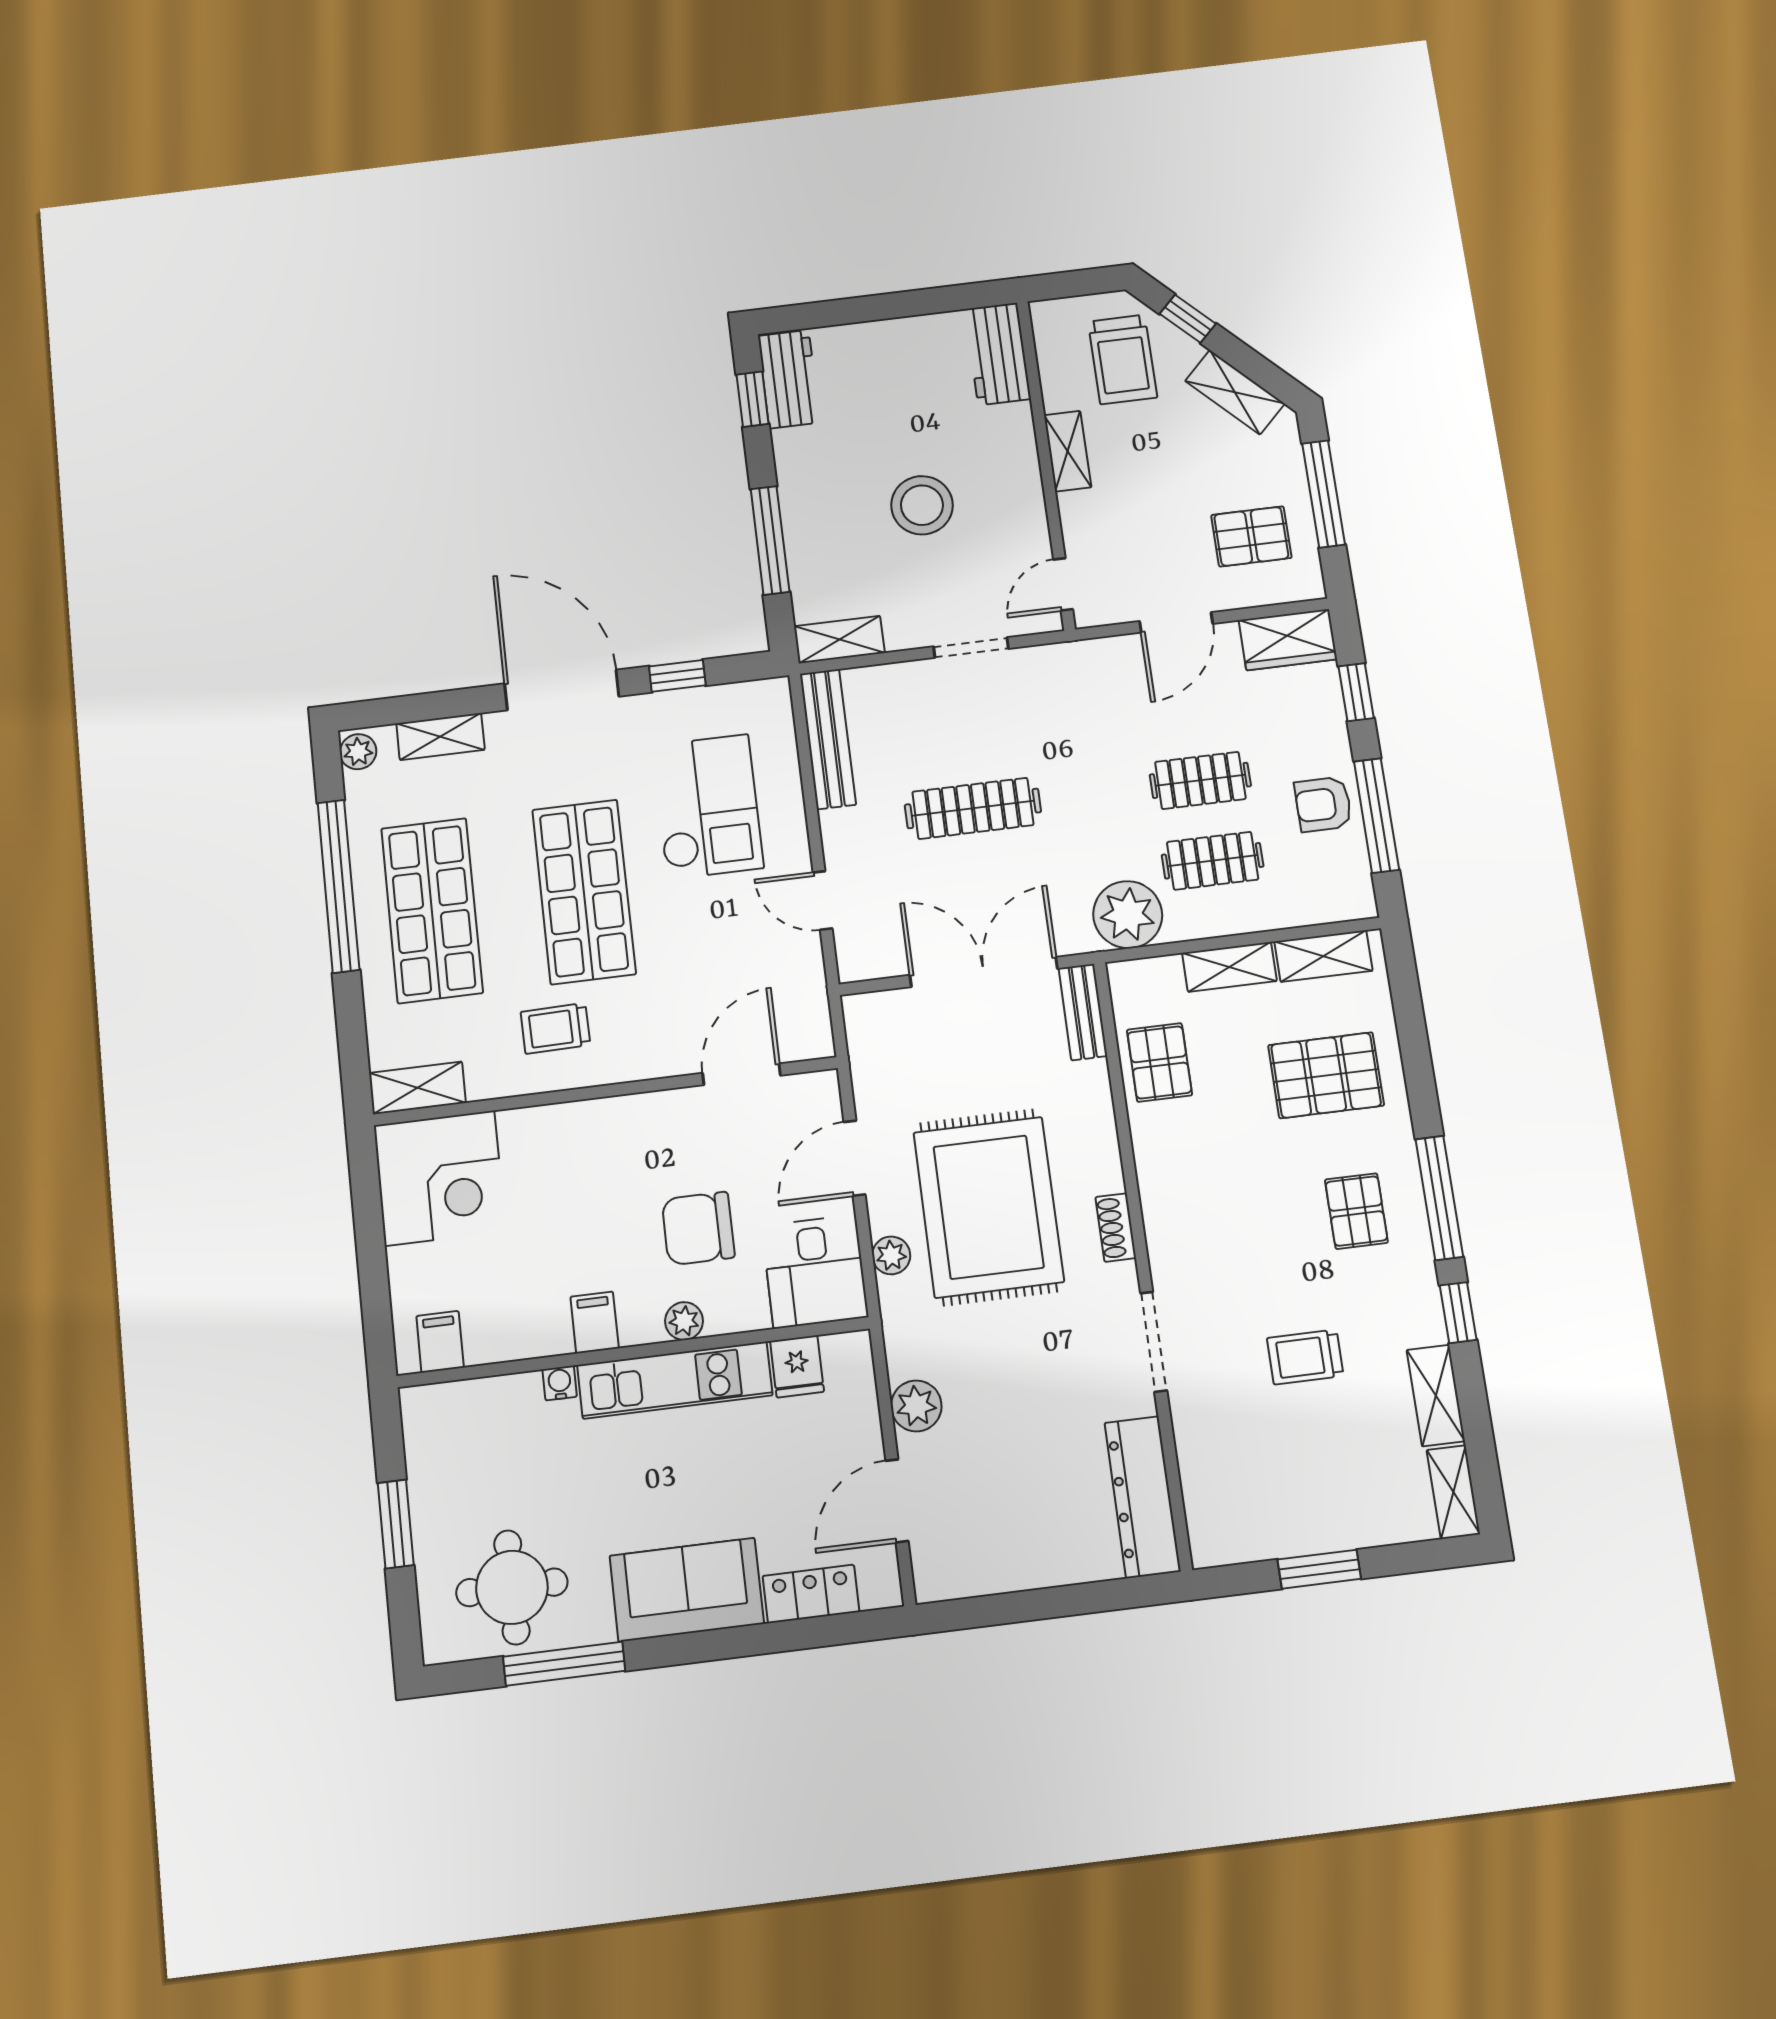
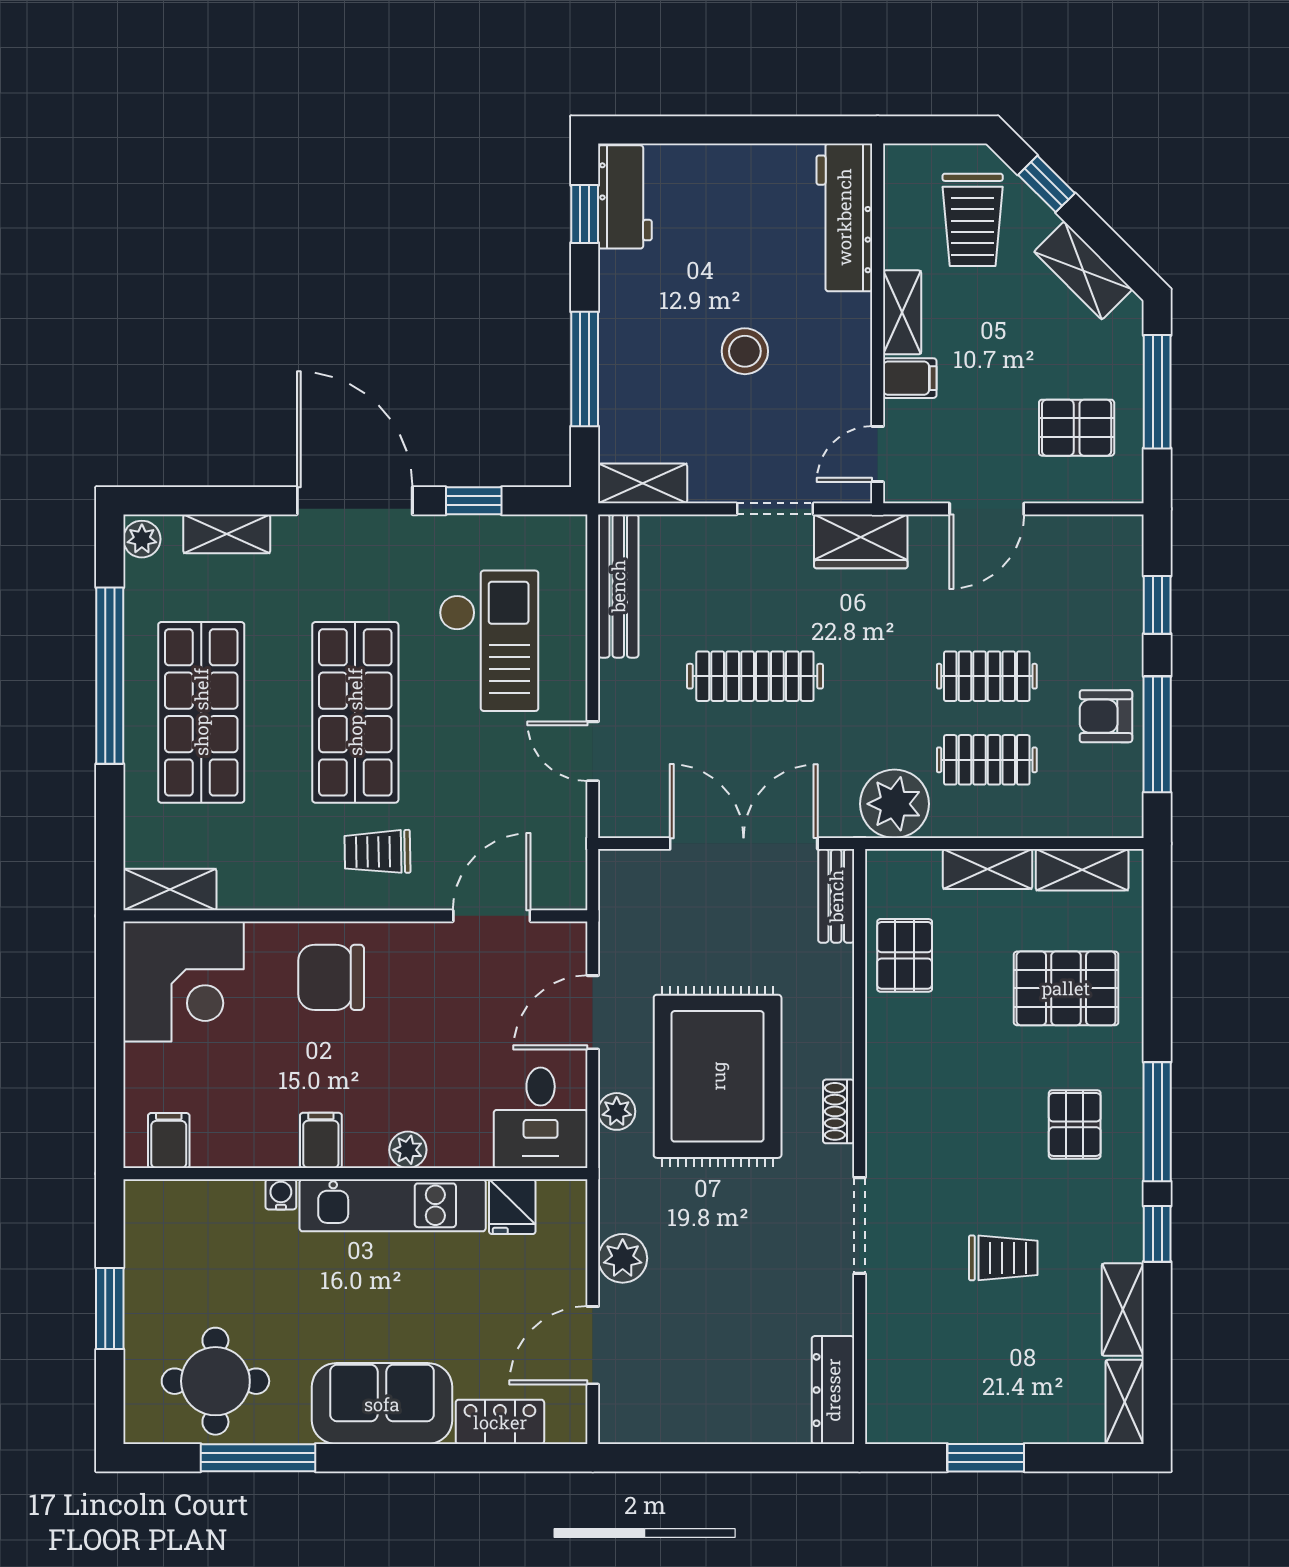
workbench: (998, 354) -> (844, 217), width x1.38
stool: (922, 505) -> (745, 351), width x0.73, depth x0.73
filing cabinet: (1084, 510) -> (910, 378), added
wardrobe: (1288, 640) -> (861, 541), moved
trolley: (555, 1028) -> (377, 852), moved
chair: (698, 1228) -> (331, 977), moved
trolley: (1305, 1357) -> (1003, 1258), turned 180
dresser: (1143, 1497) -> (833, 1390), width x0.73, depth x0.80

